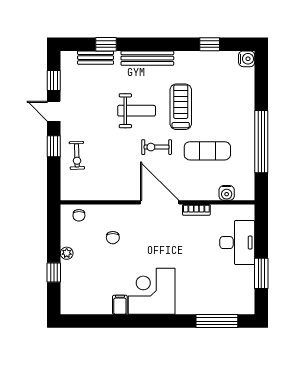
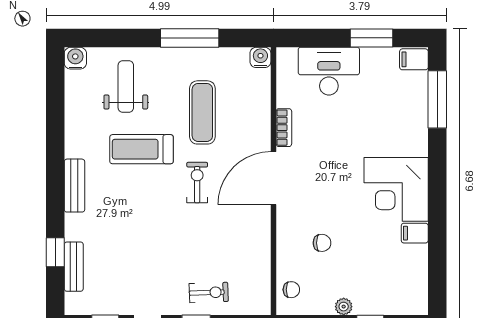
window: (210, 44) -> (55, 109), removed
bench: (147, 58) -> (74, 186), width x0.73
weight bench: (137, 111) -> (126, 87), moved
window: (261, 142) -> (190, 38), width x0.68
exercise bike: (157, 147) -> (197, 183), turned 180
water cooler: (227, 193) -> (260, 57), moved, turned -90
filing cabinet: (246, 304) -> (414, 59), added

